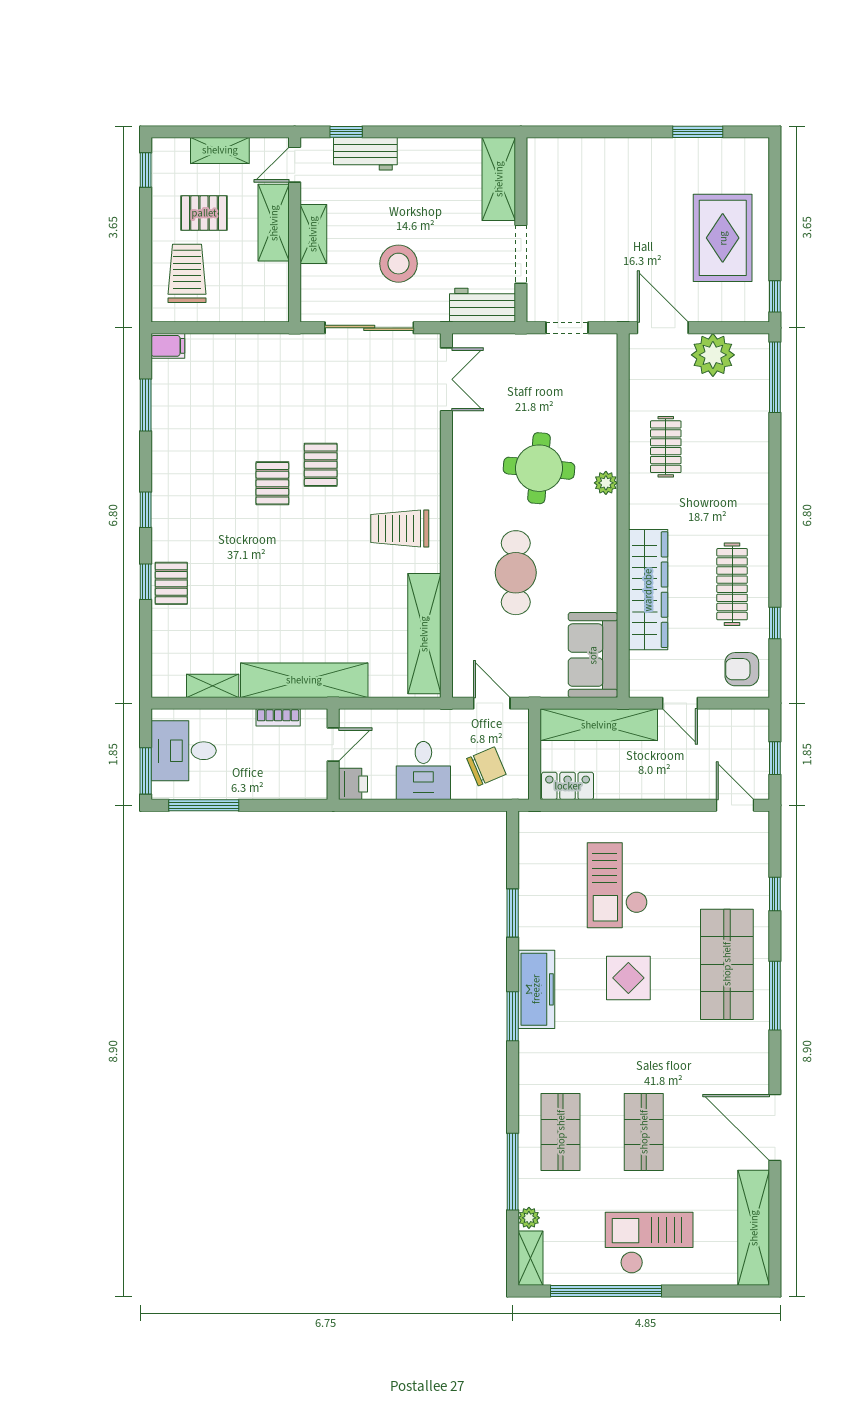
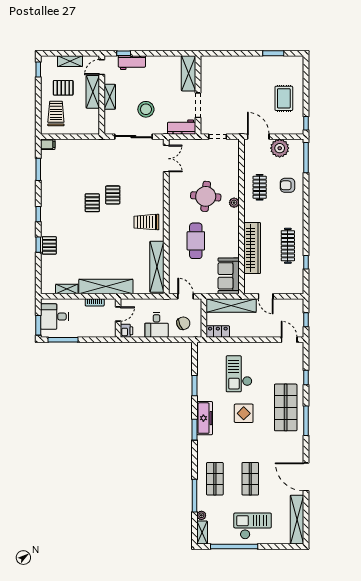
rug: (723, 238) -> (284, 98), width x0.73, depth x0.70
armchair: (742, 669) -> (288, 185), moved

